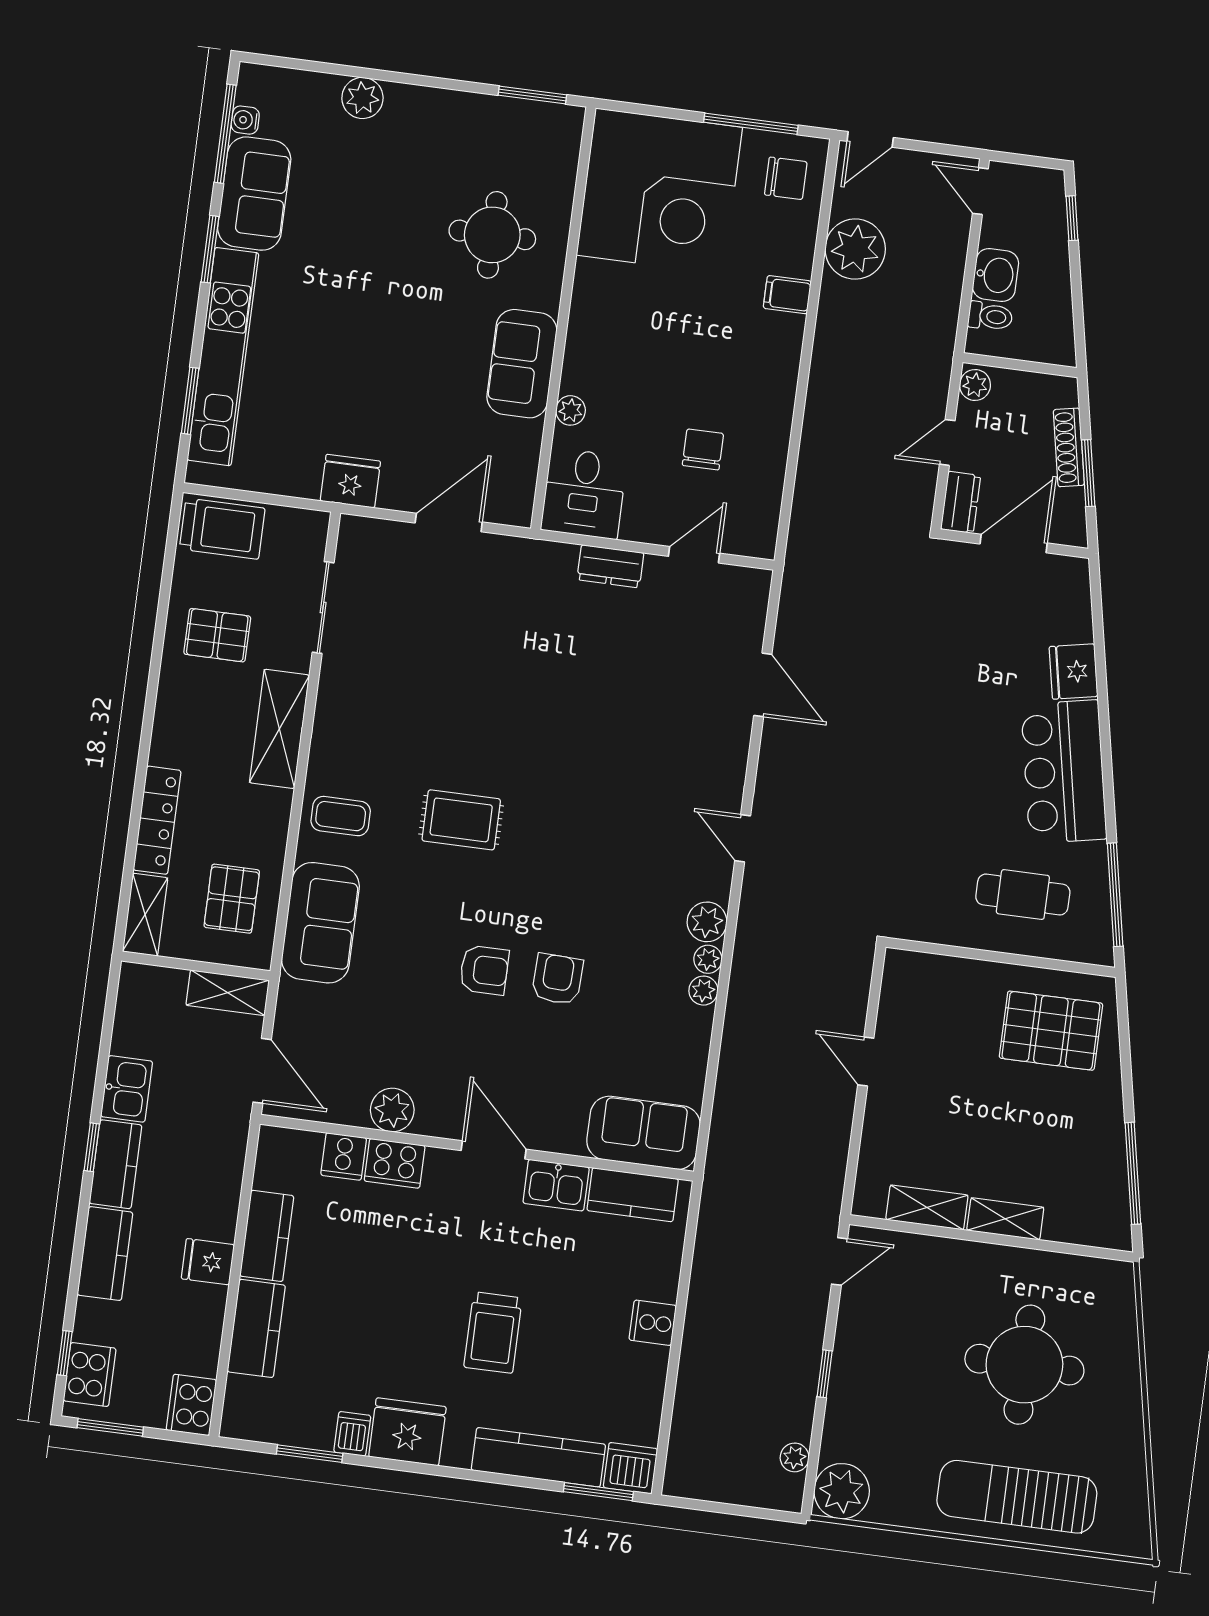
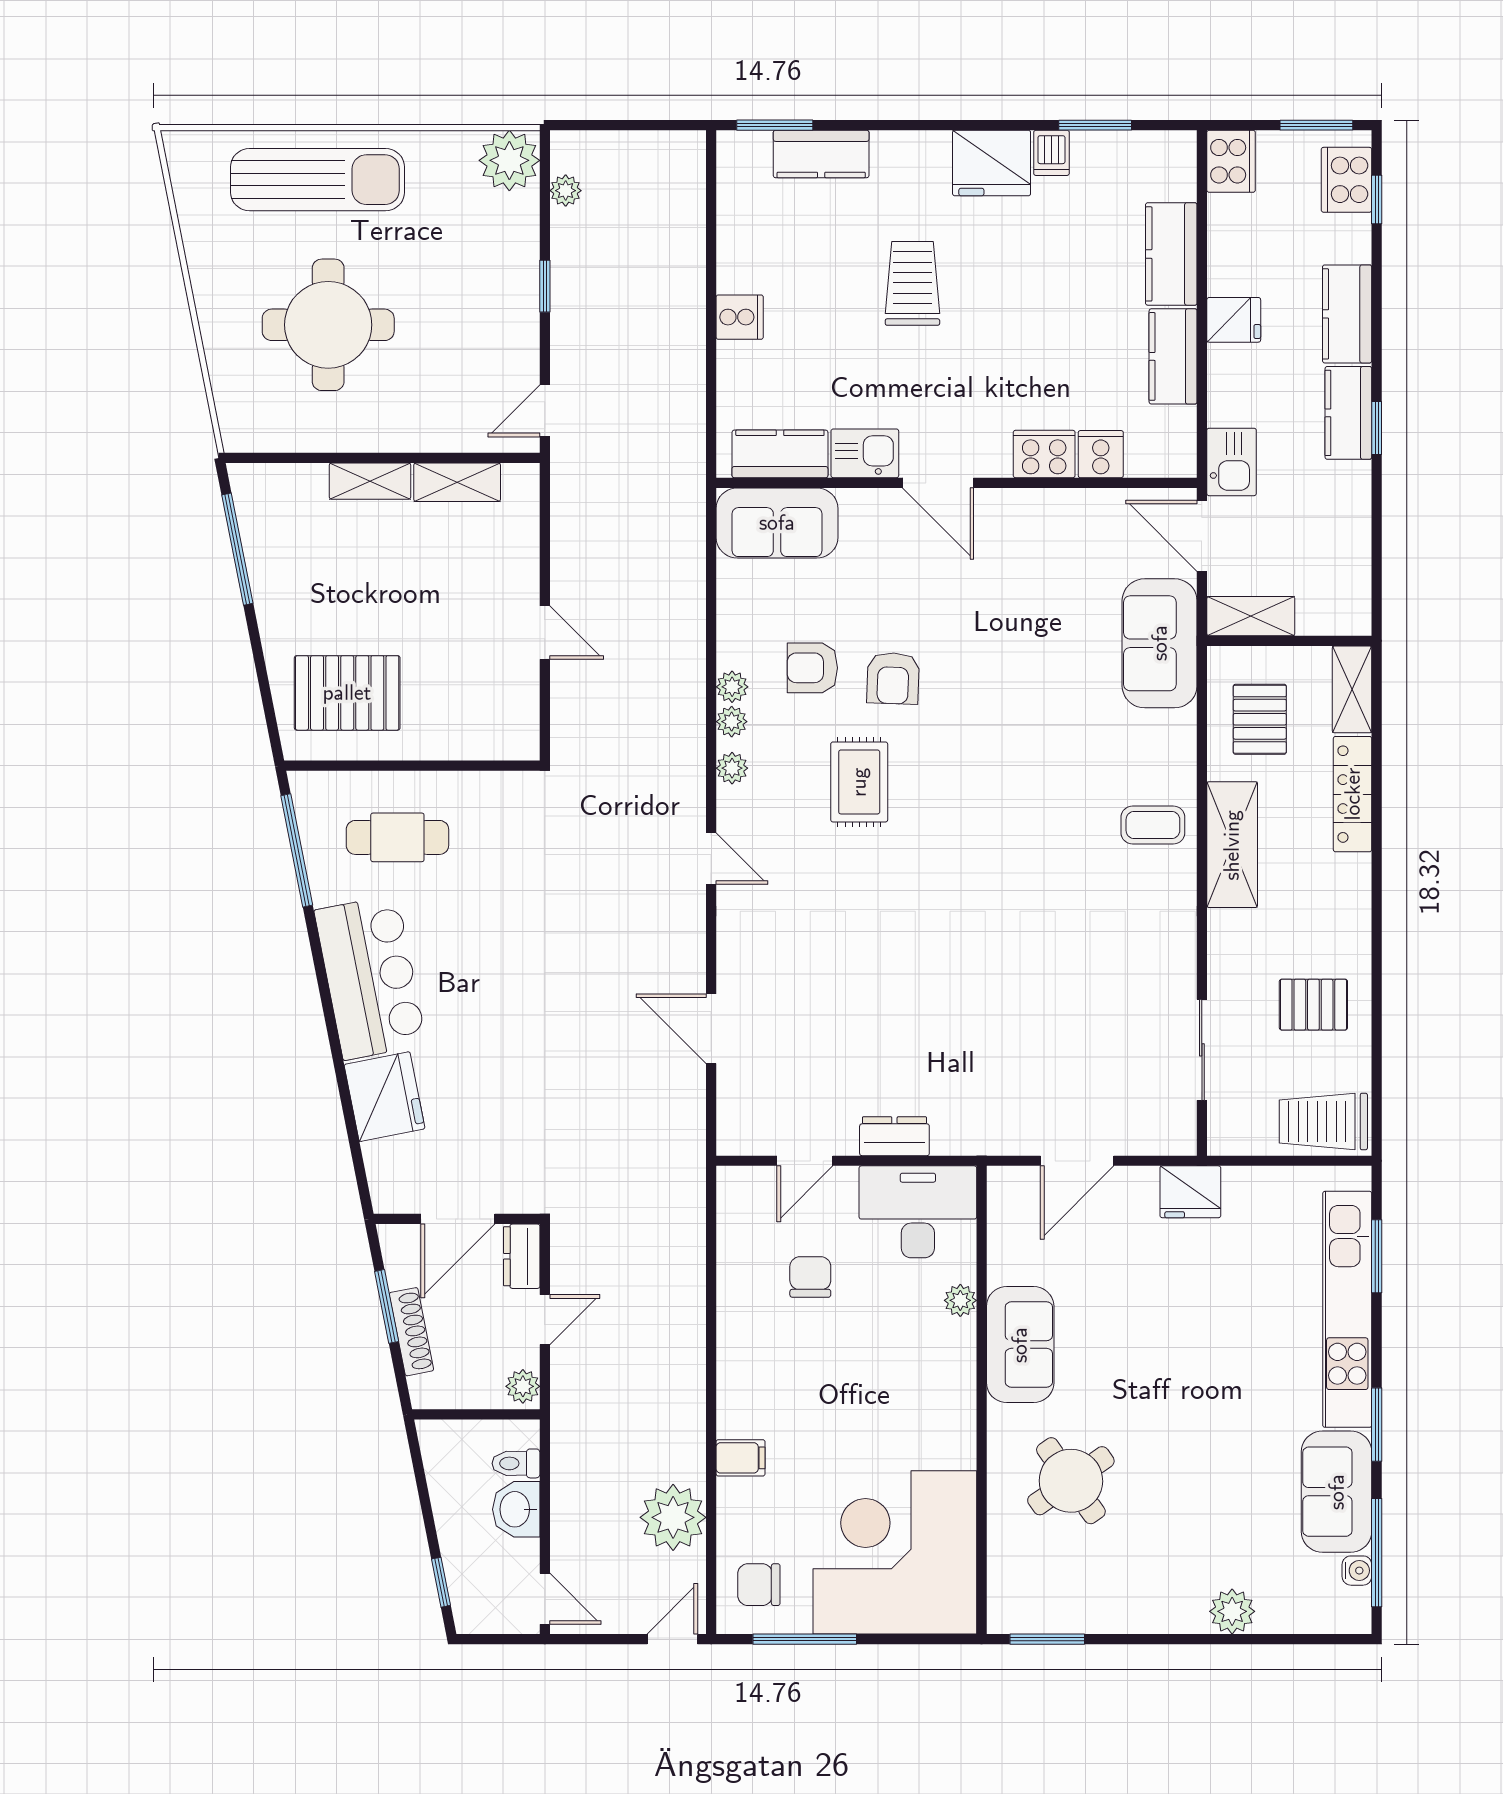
round table: (492, 235) -> (1071, 1481), turned -35
chair: (703, 449) -> (810, 1277), turned 180
desk: (584, 493) -> (918, 1212), width x1.37
fridge: (1074, 671) -> (385, 1097), width x1.36, depth x1.34
shelving: (279, 729) -> (1232, 845), moved
rug: (461, 820) -> (859, 782), moved, turned 90
plant: (707, 922) -> (732, 768), width x0.73, depth x0.73
sofa: (320, 923) -> (1160, 643), moved
armchair: (484, 970) -> (812, 668), moved
kitchen sink: (127, 1089) -> (1232, 462), moved, turned 180
plant: (392, 1110) -> (1054, 512), removed
kitchen counter: (538, 1457) -> (821, 154), width x0.67
dishwasher: (630, 1468) -> (743, 155), removed

